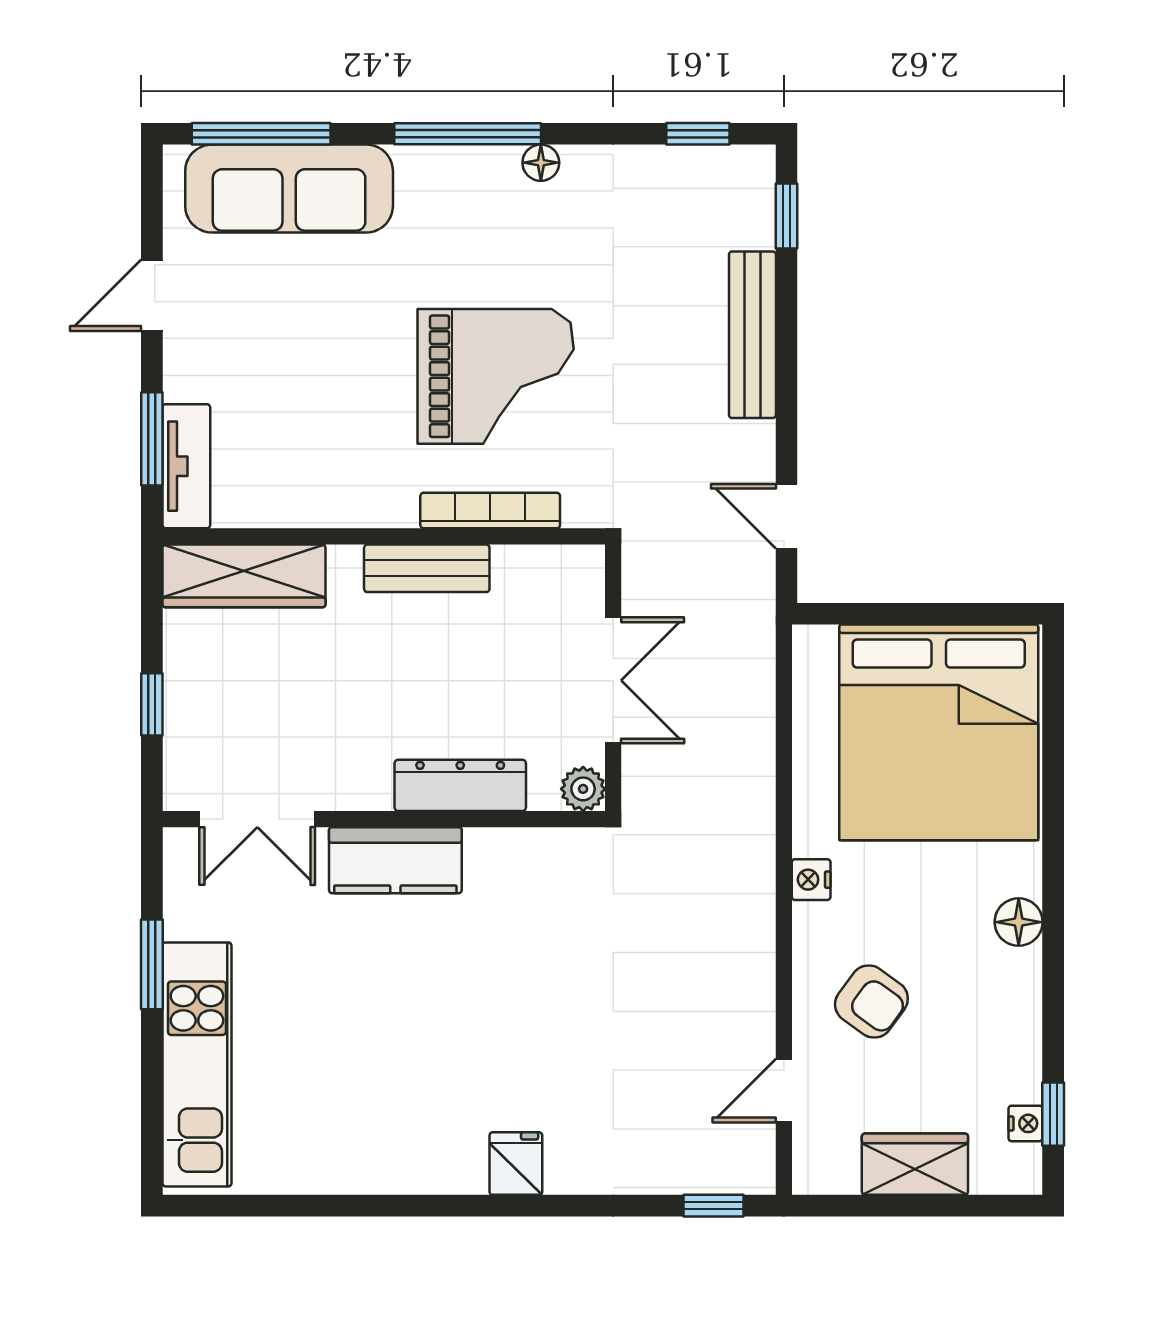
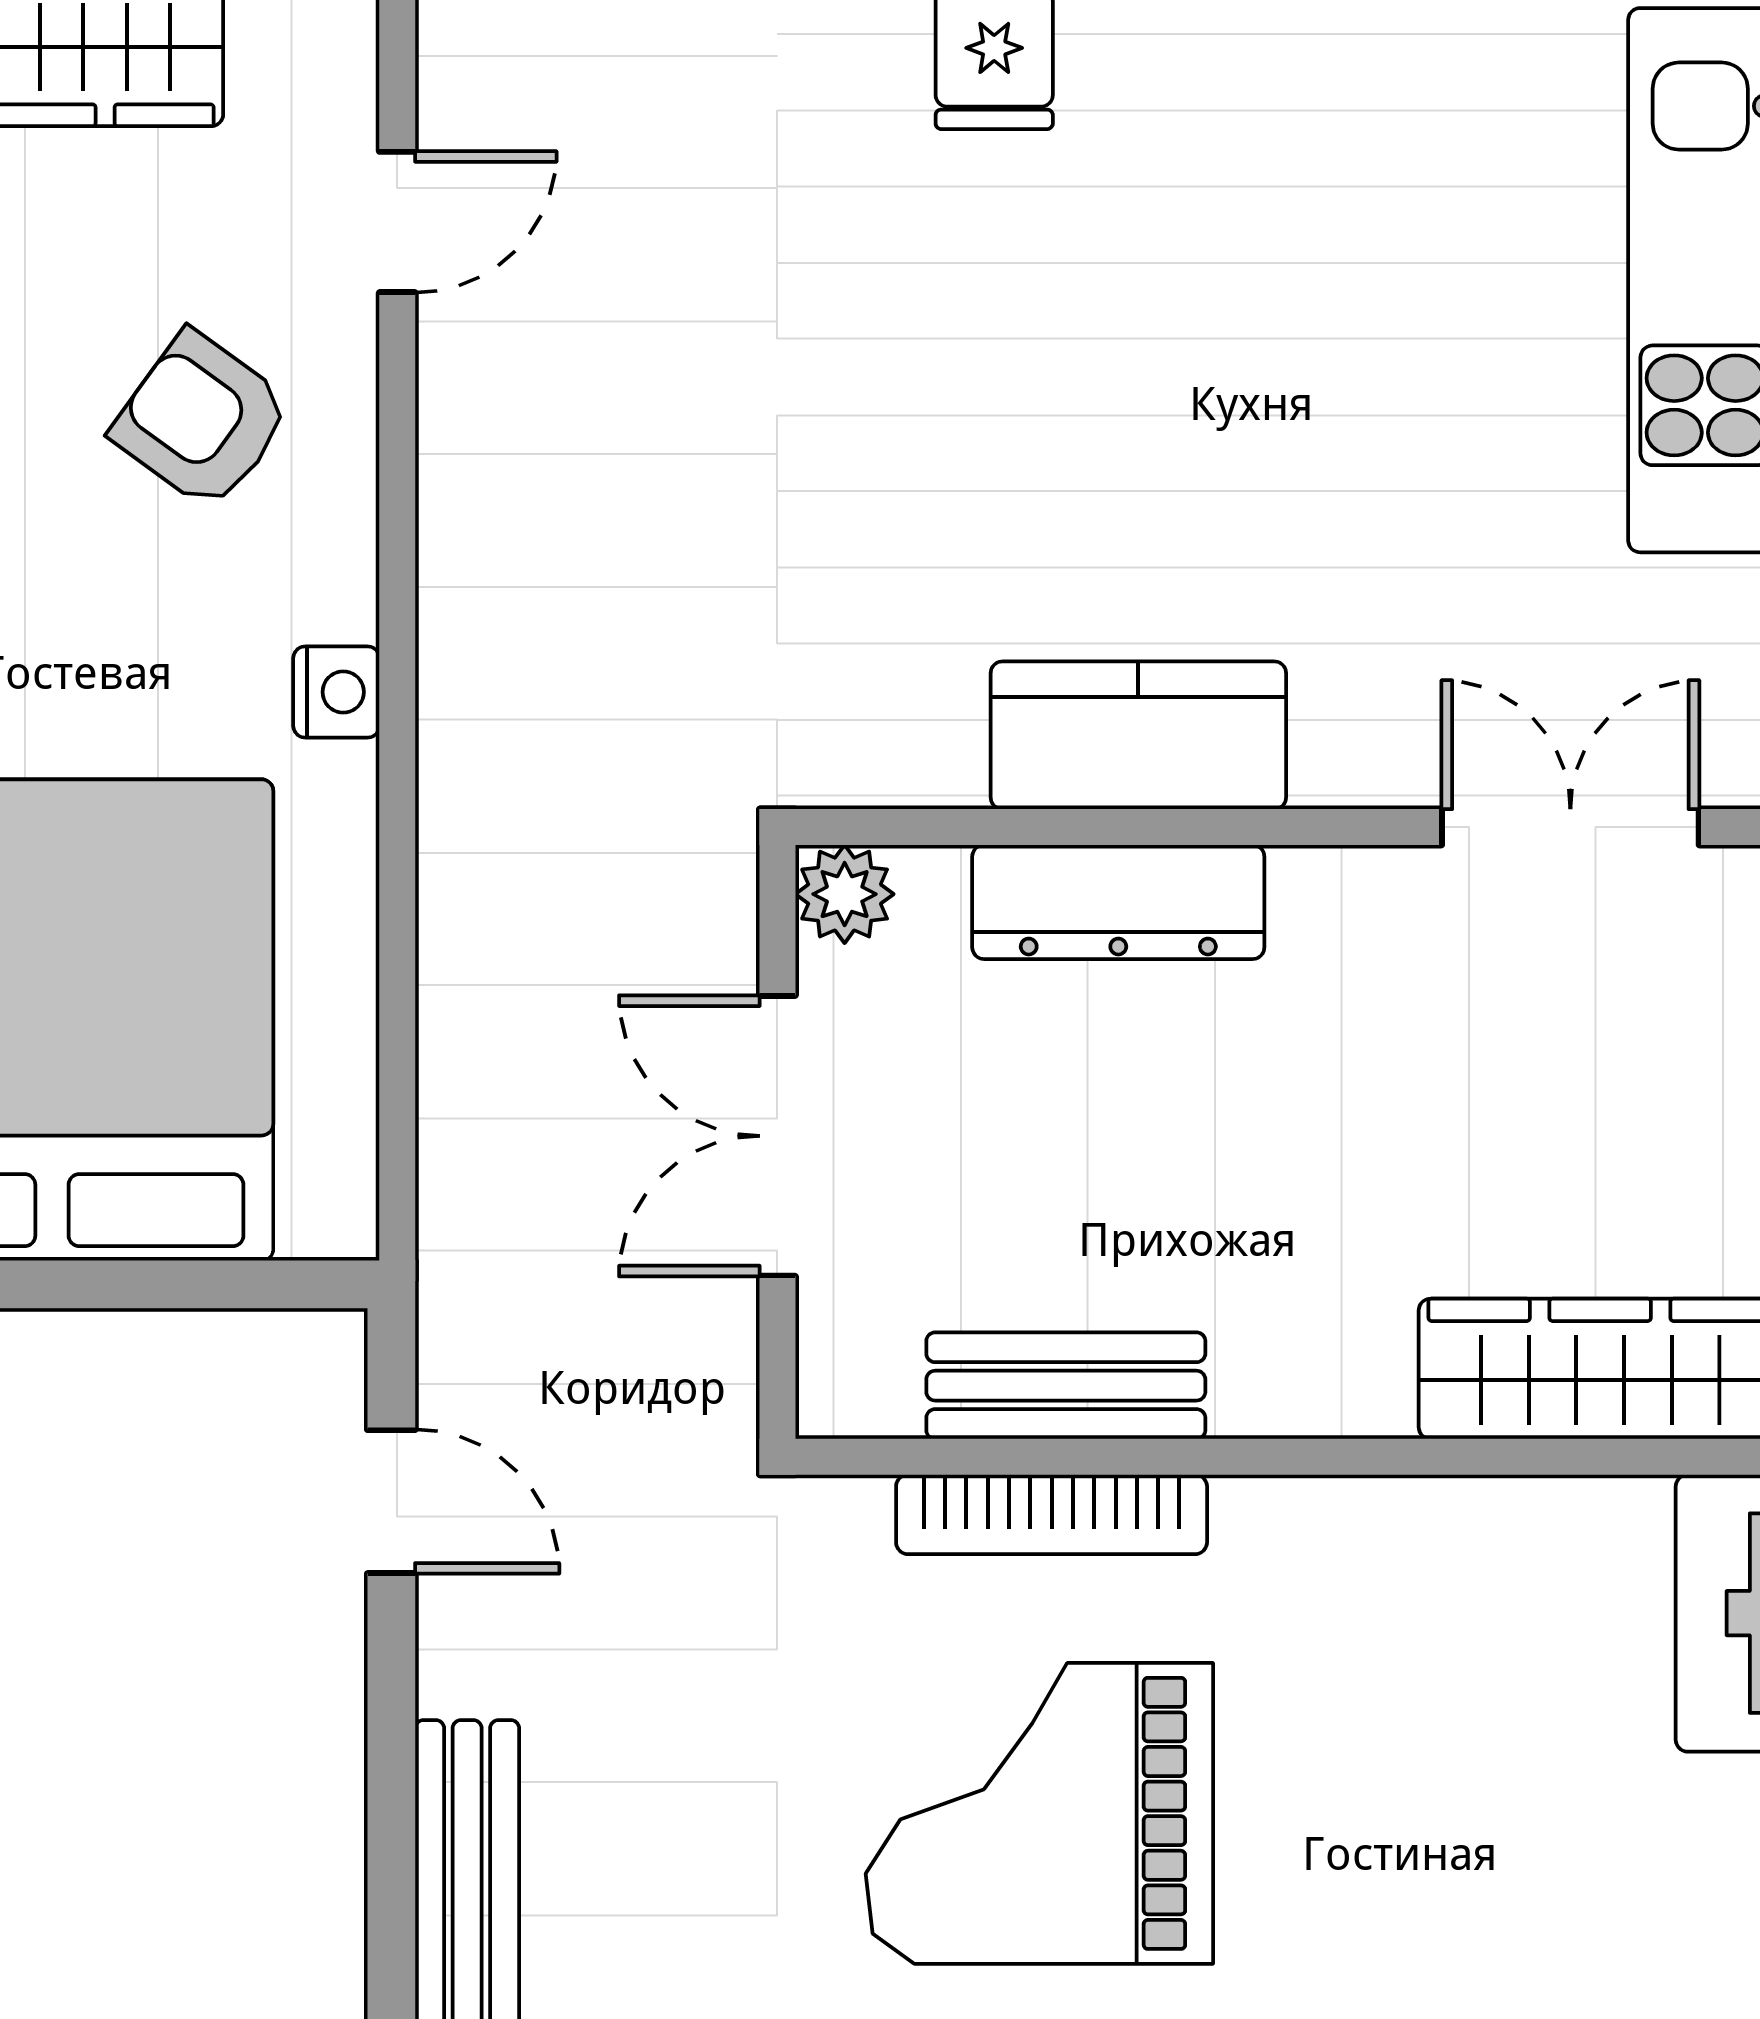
bench: (427, 568) -> (1066, 1386), moved
kitchen counter: (395, 860) -> (1138, 735), moved

